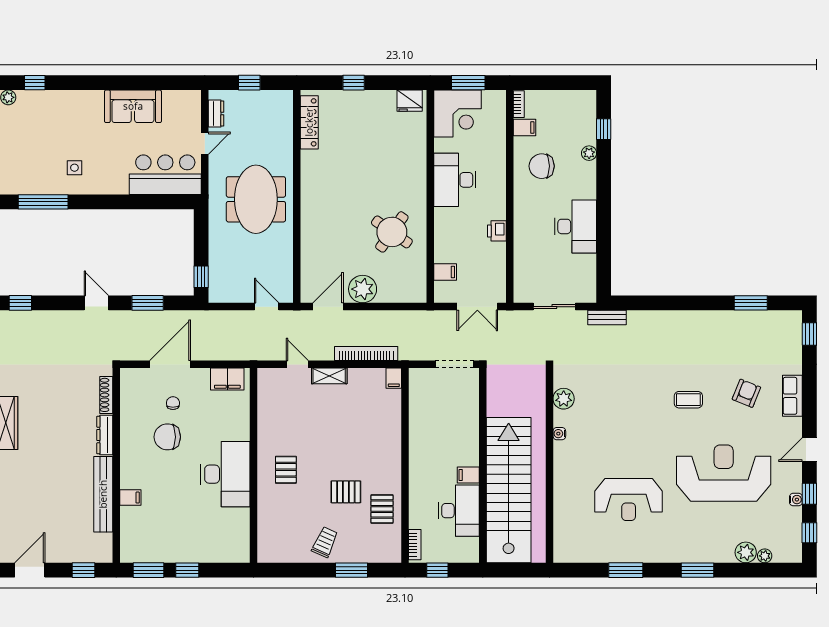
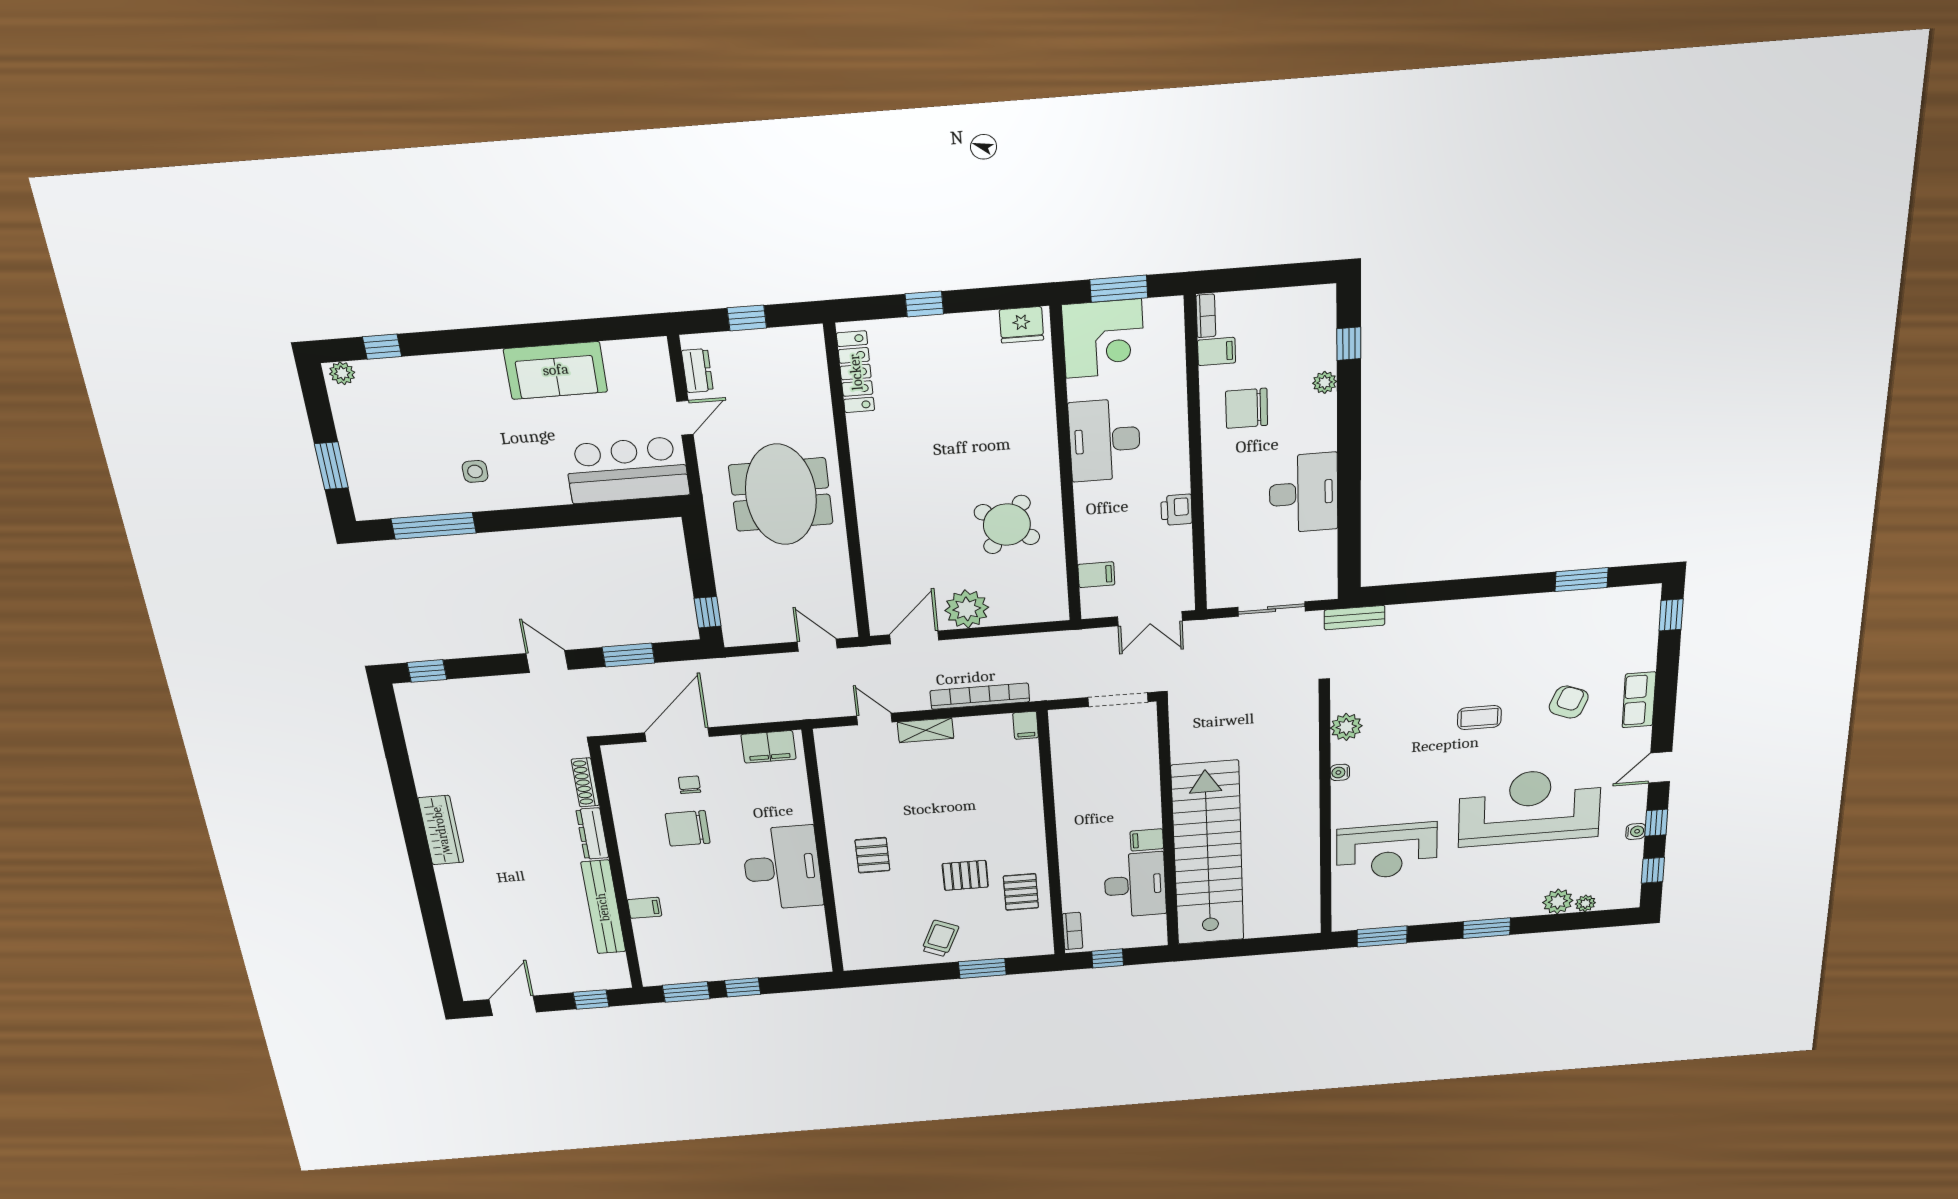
plant: (564, 399) -> (1346, 727), moved
water cooler: (559, 434) -> (1340, 772), moved
wall: (549, 465) -> (1325, 814), moved

